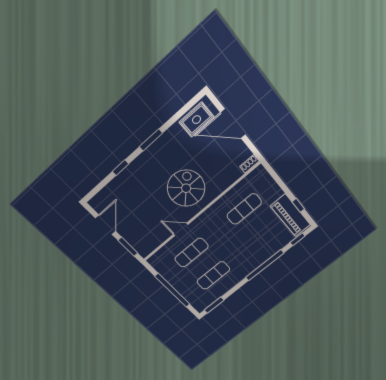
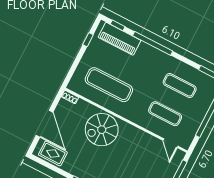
spiral stairs: (186, 188) -> (102, 130), moved
exercise mat: (244, 209) -> (109, 85), width x1.36, depth x1.45
piano: (290, 215) -> (120, 39), moved, turned 90
door: (181, 229) -> (170, 143), moved

